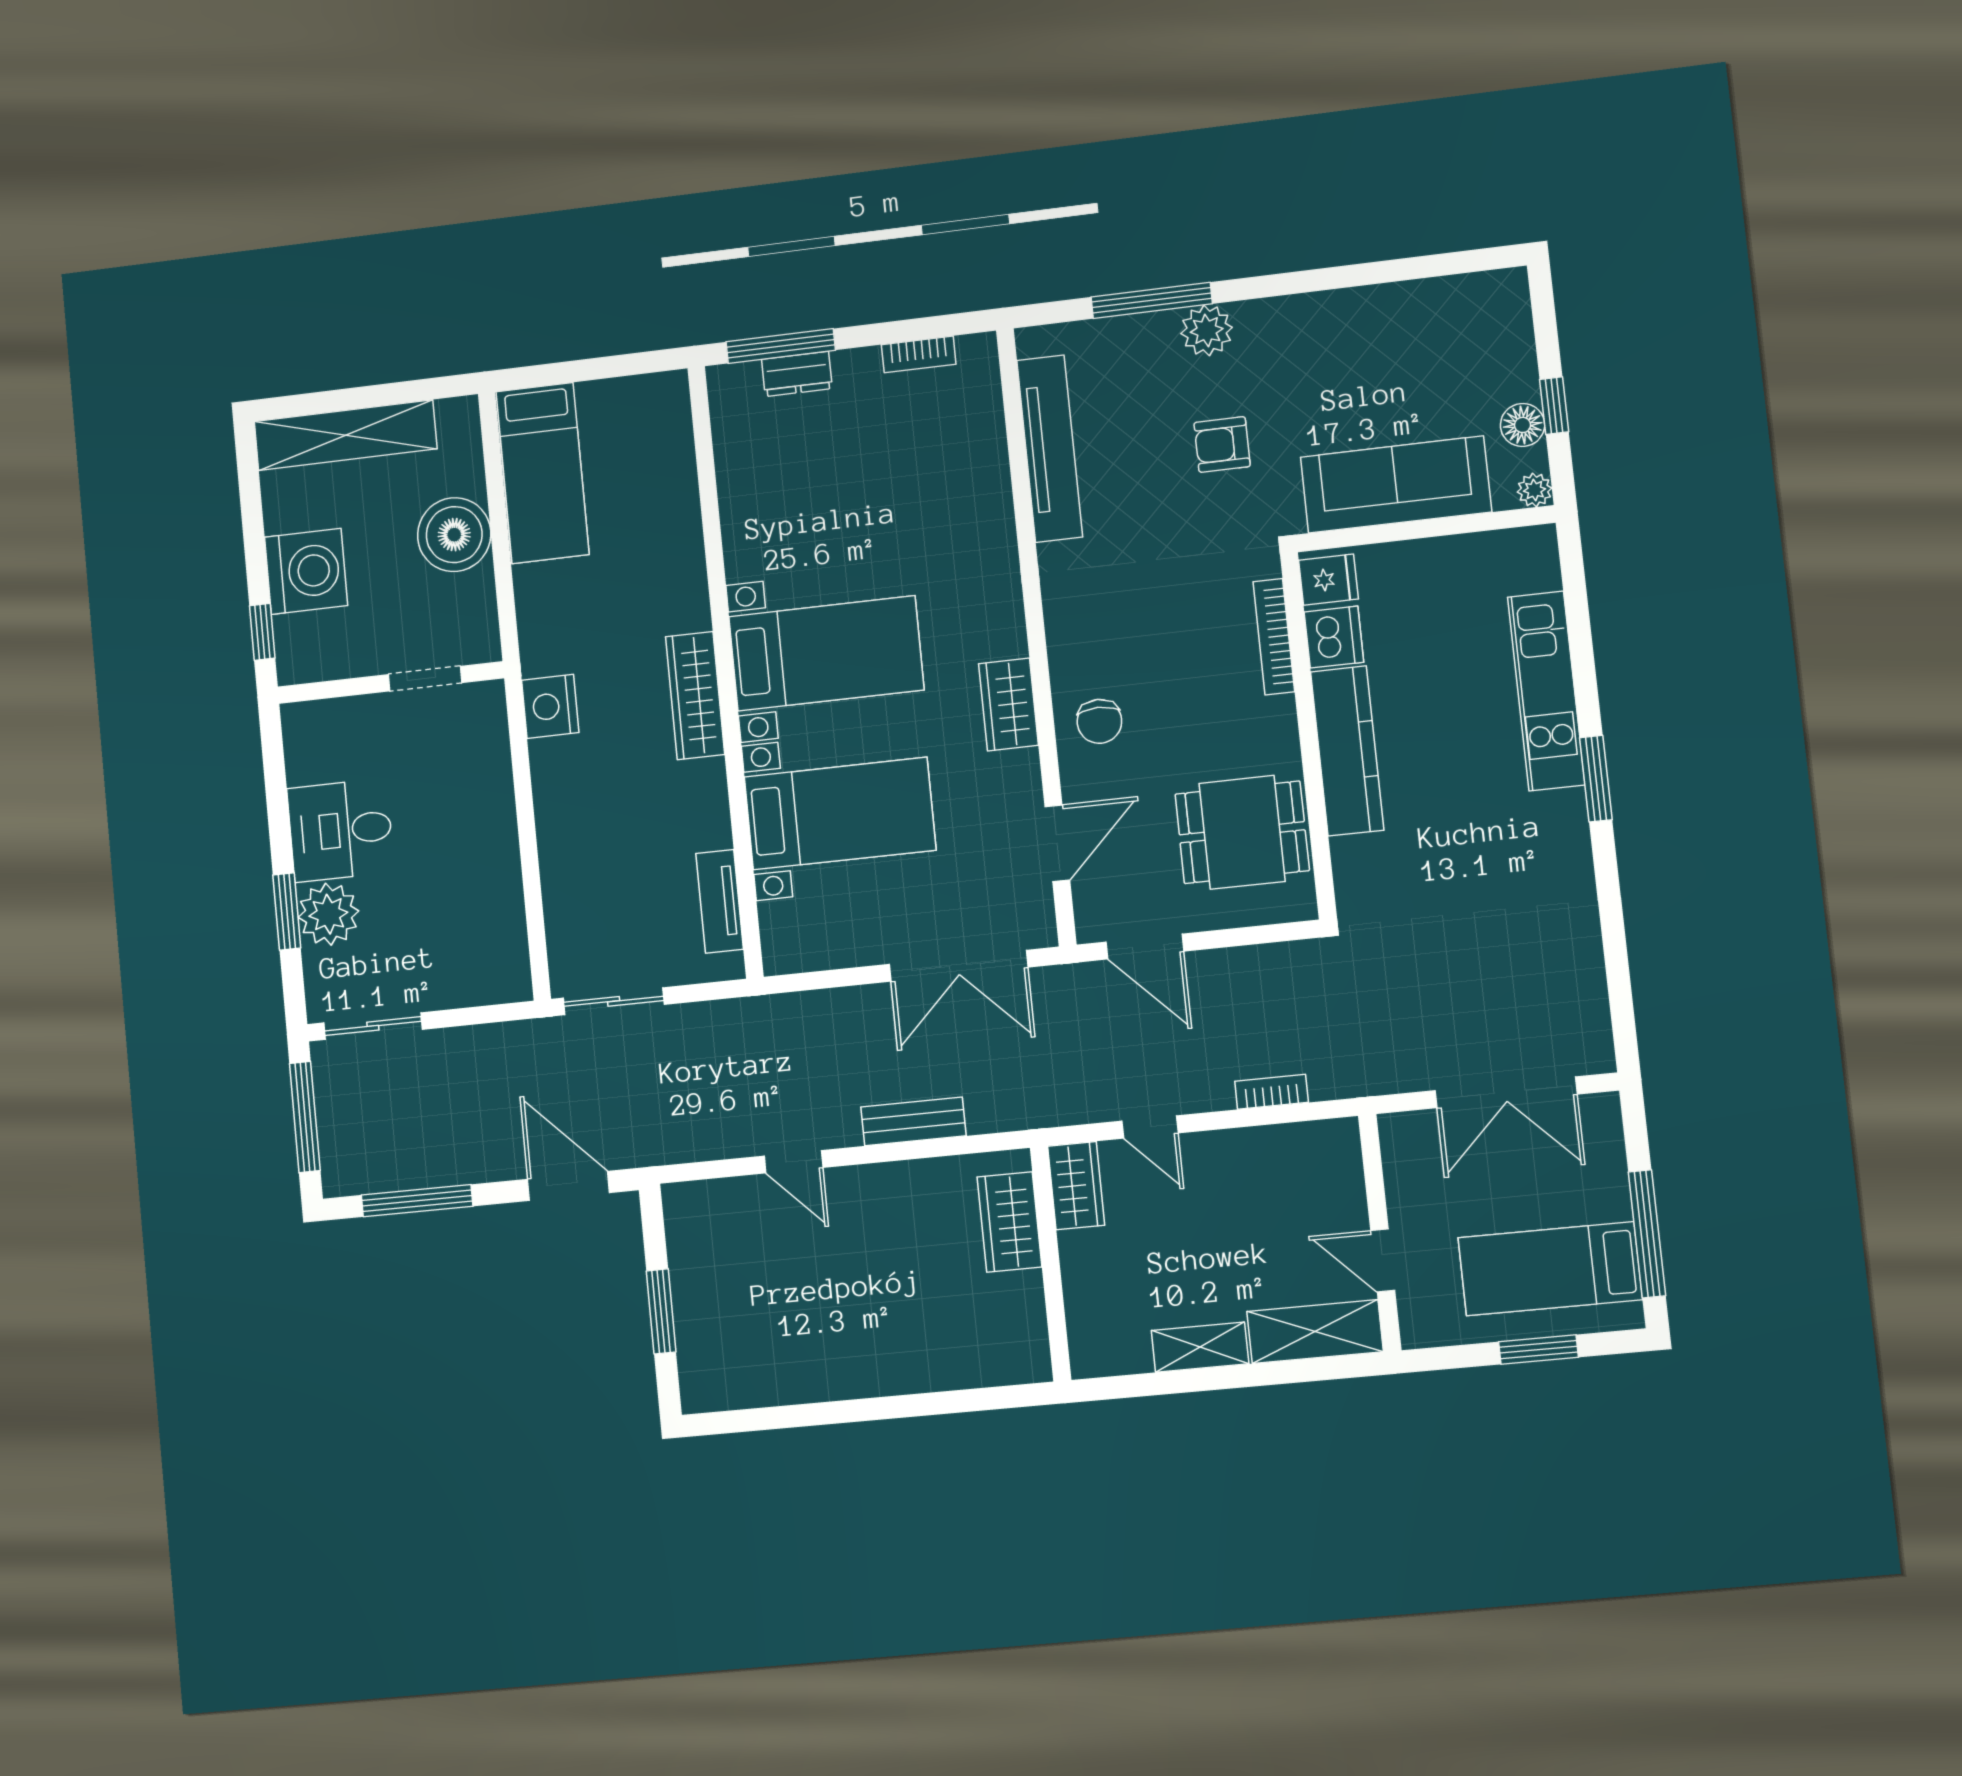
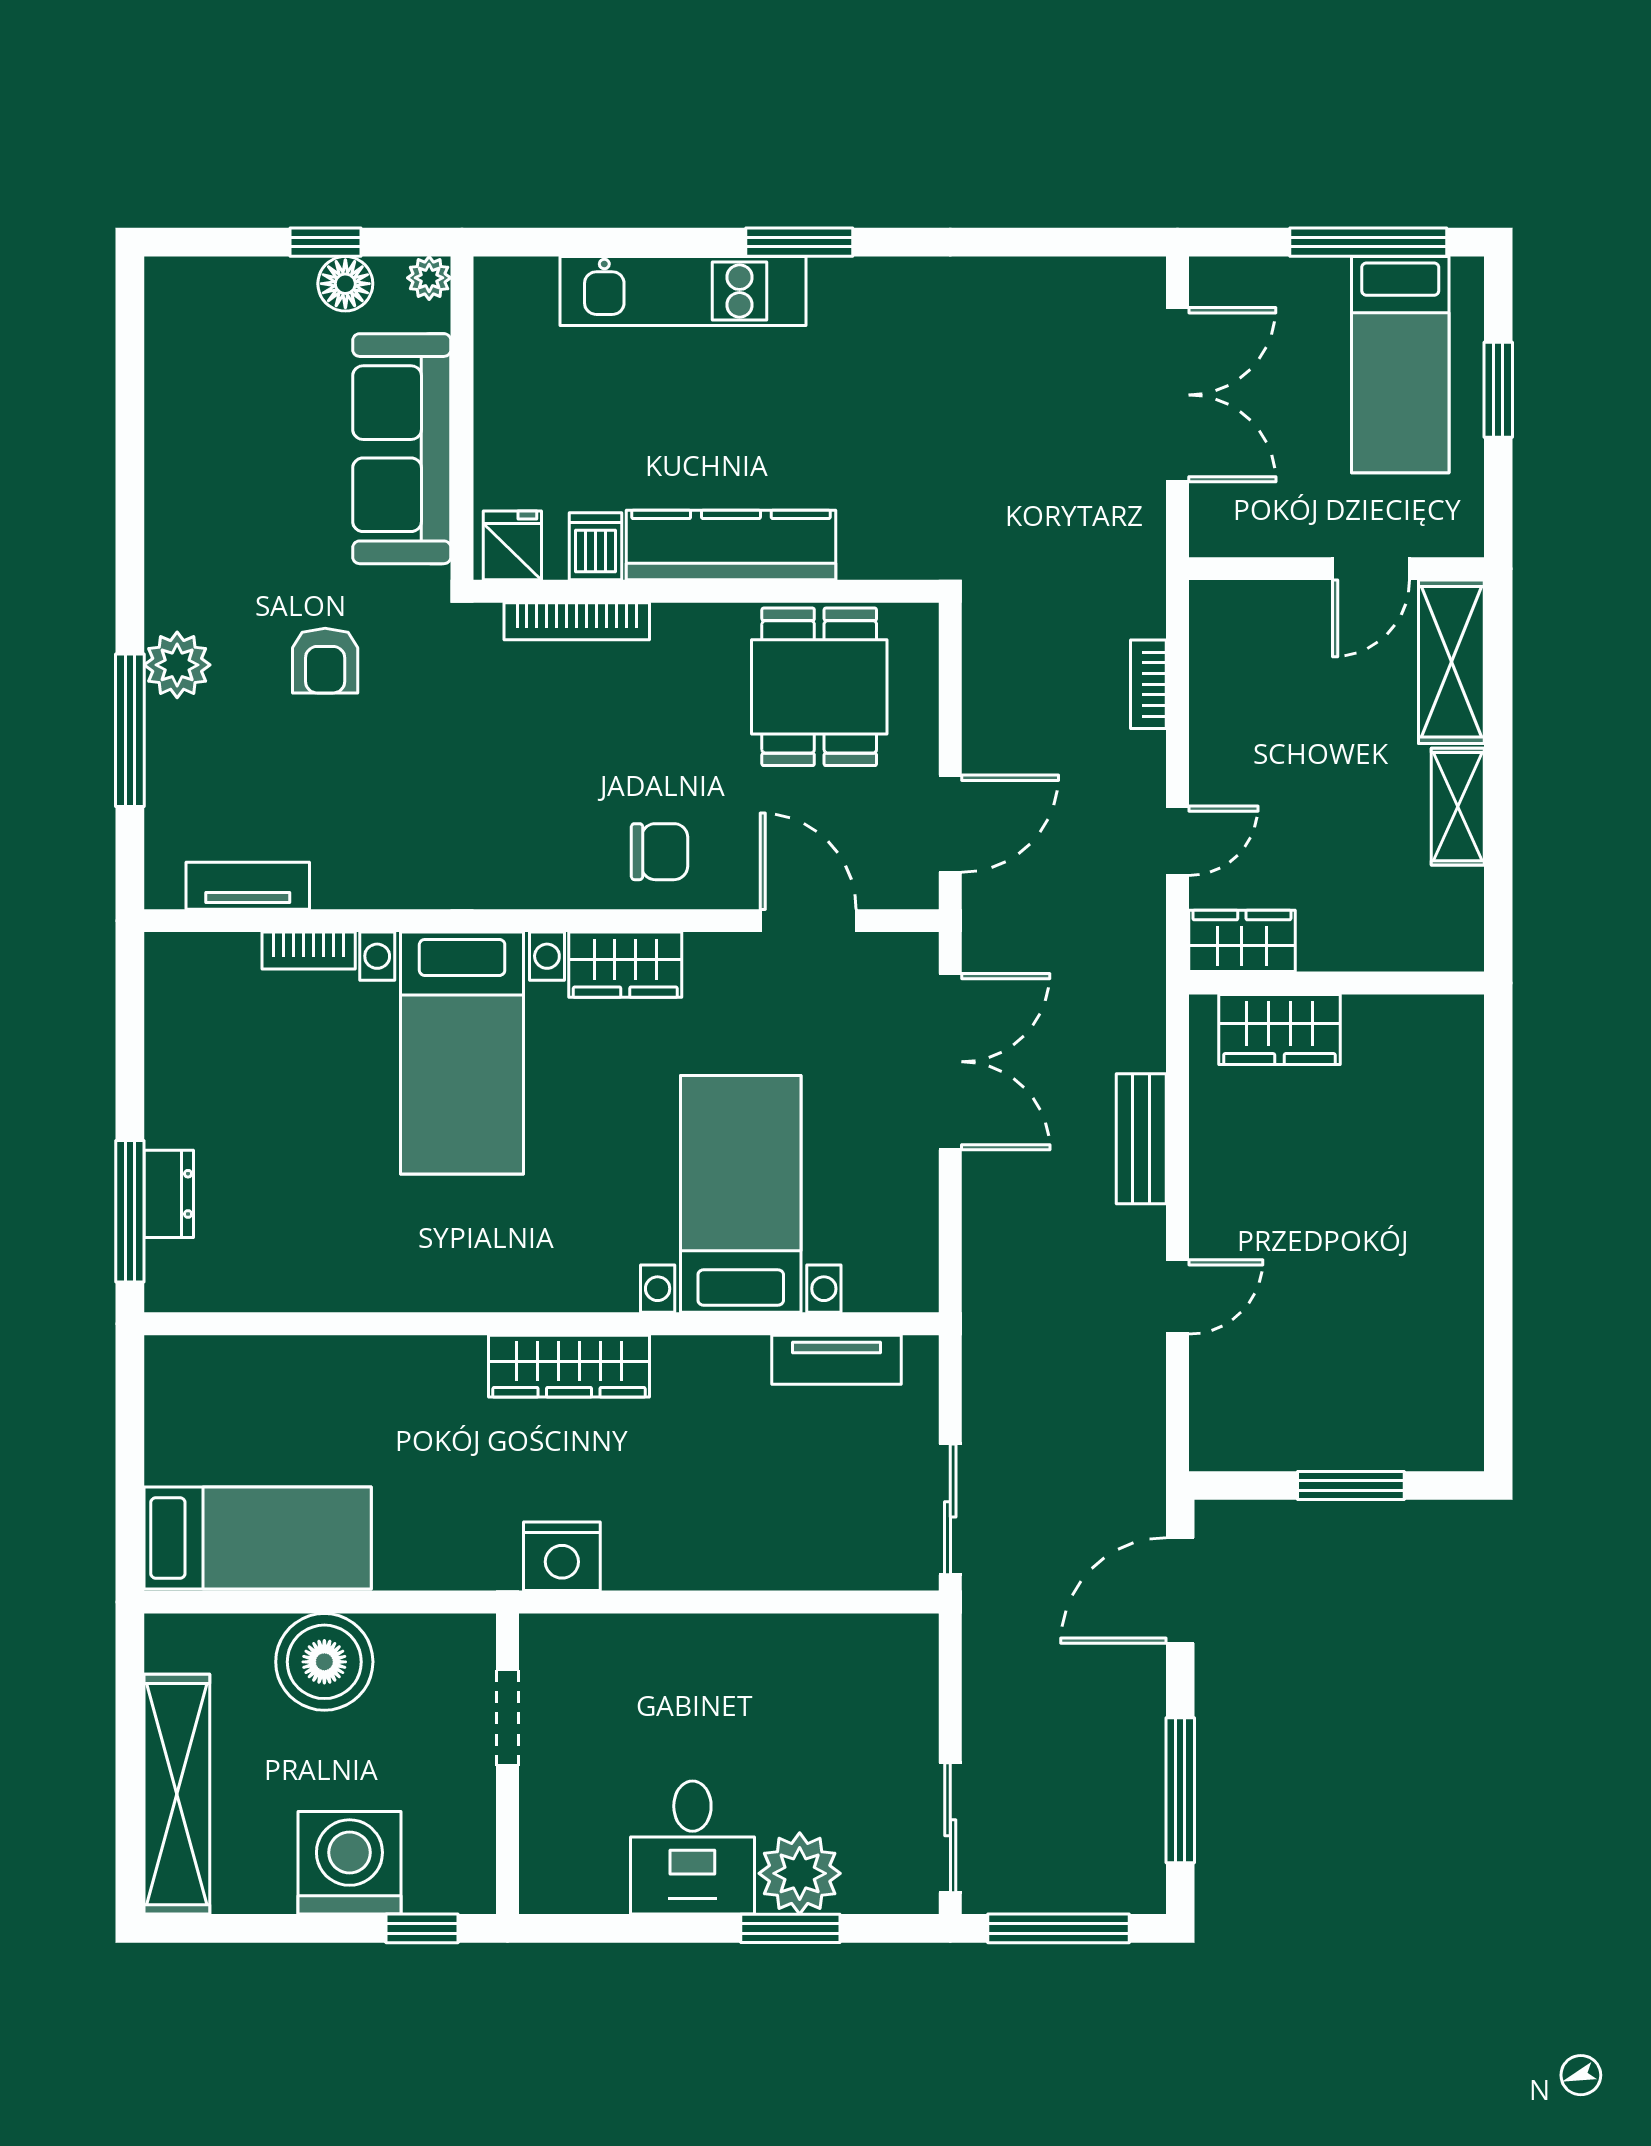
bookcase: (919, 354) -> (309, 951), moved, turned 90
tv unit: (1050, 449) -> (248, 886), width x0.52, depth x0.78
dishwasher: (1334, 637) -> (596, 546), width x0.73
bed with nightstands: (826, 653) -> (462, 1053), moved, turned 180

